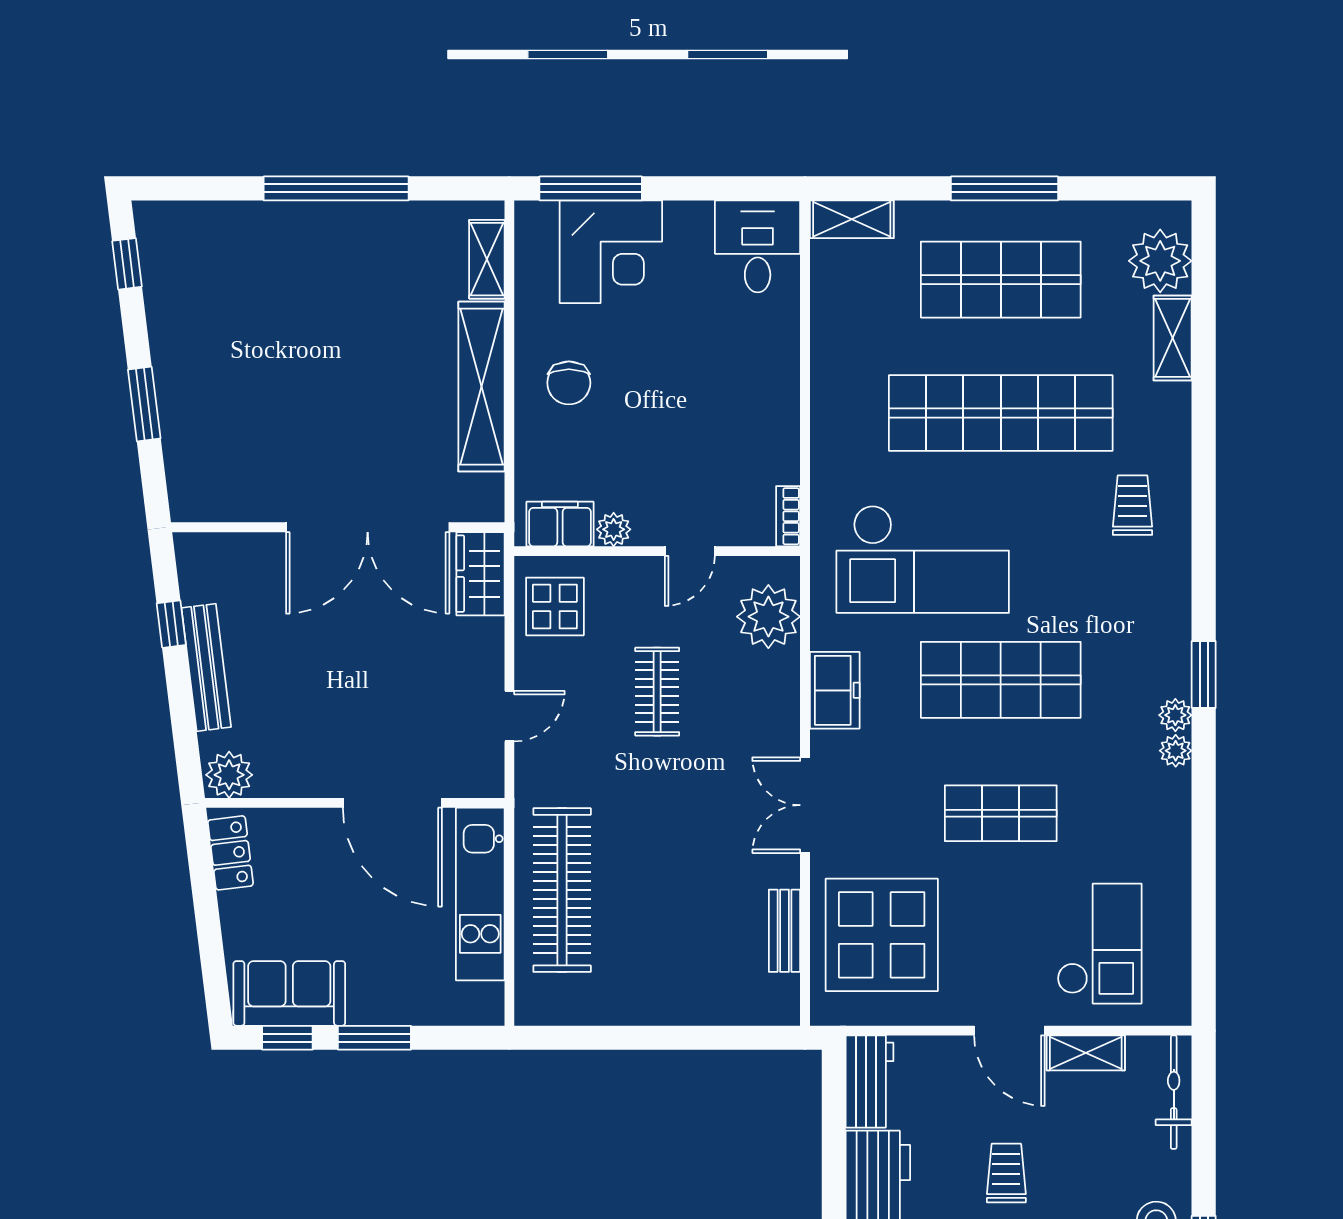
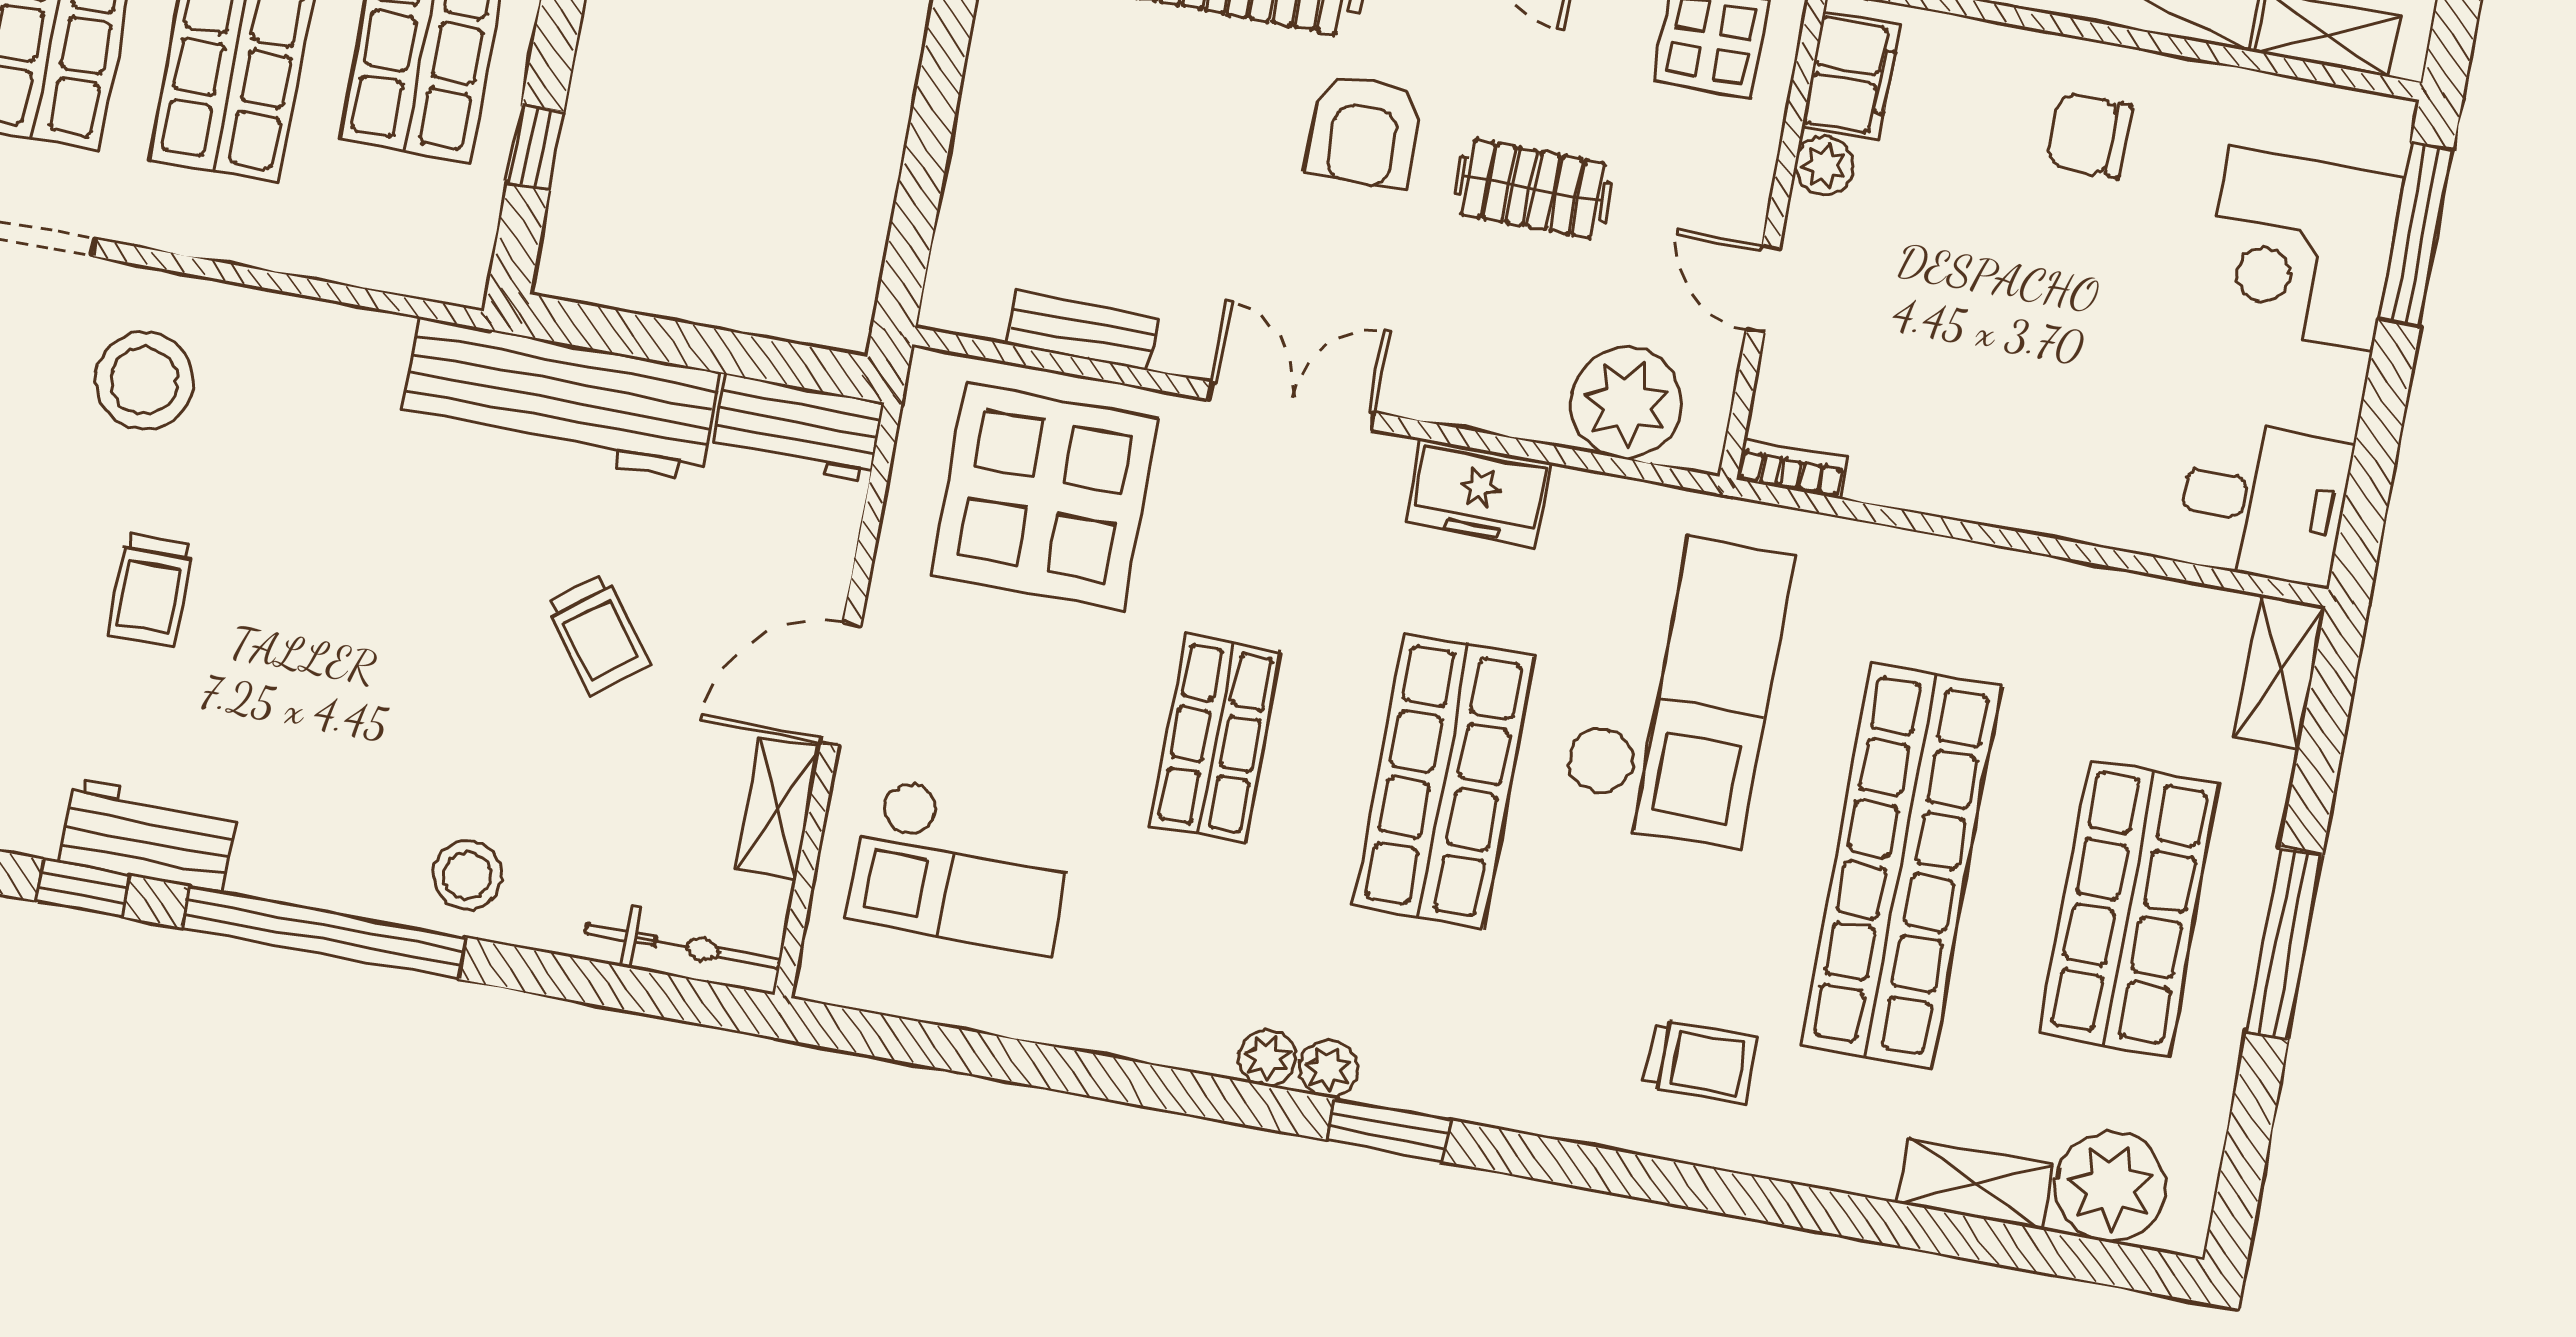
checkout: (923, 559) -> (1675, 685), turned 180
armchair: (642, 793) -> (1364, 131), added
trolley: (1006, 1173) -> (598, 634), turned 53

